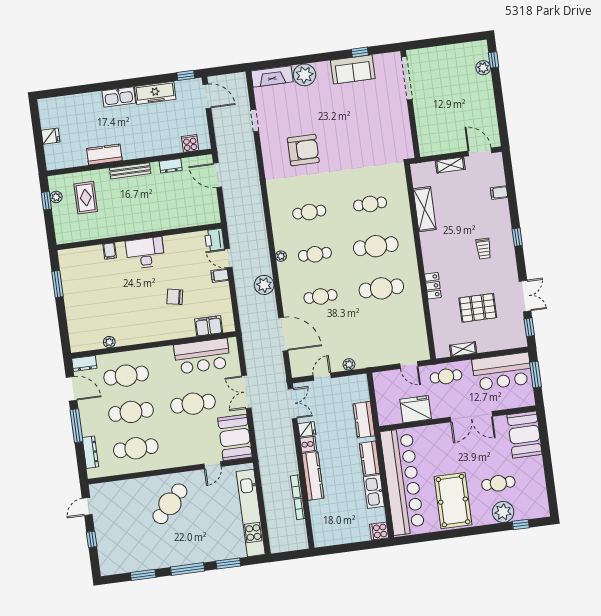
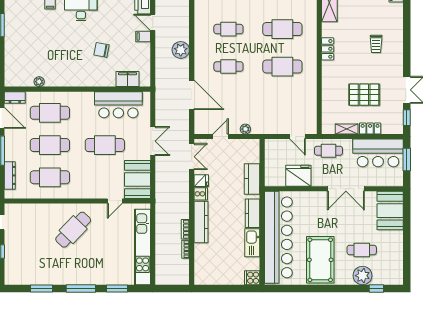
window: (517, 237) -> (407, 38), removed
plant: (281, 256) -> (199, 27), removed
locker: (433, 286) -> (328, 49), moved
locker: (490, 345) -> (370, 128), added
double door: (246, 392) -> (153, 141), swing flipped

